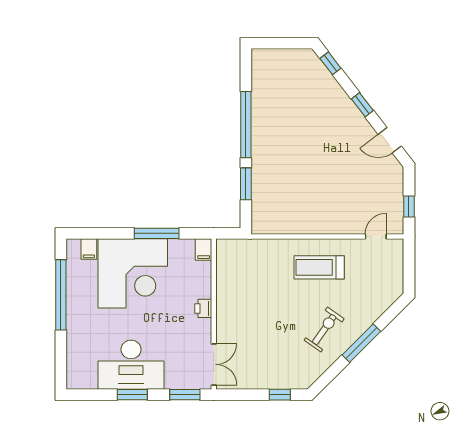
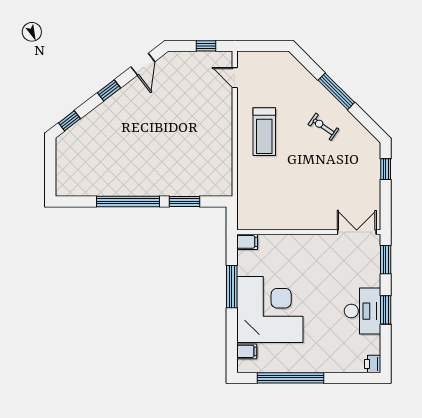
printer: (203, 308) -> (373, 364), moved, turned 90
exercise bike: (324, 330) -> (323, 127), width x0.73, depth x0.72
desk: (131, 365) -> (362, 311), width x0.73, depth x0.77

